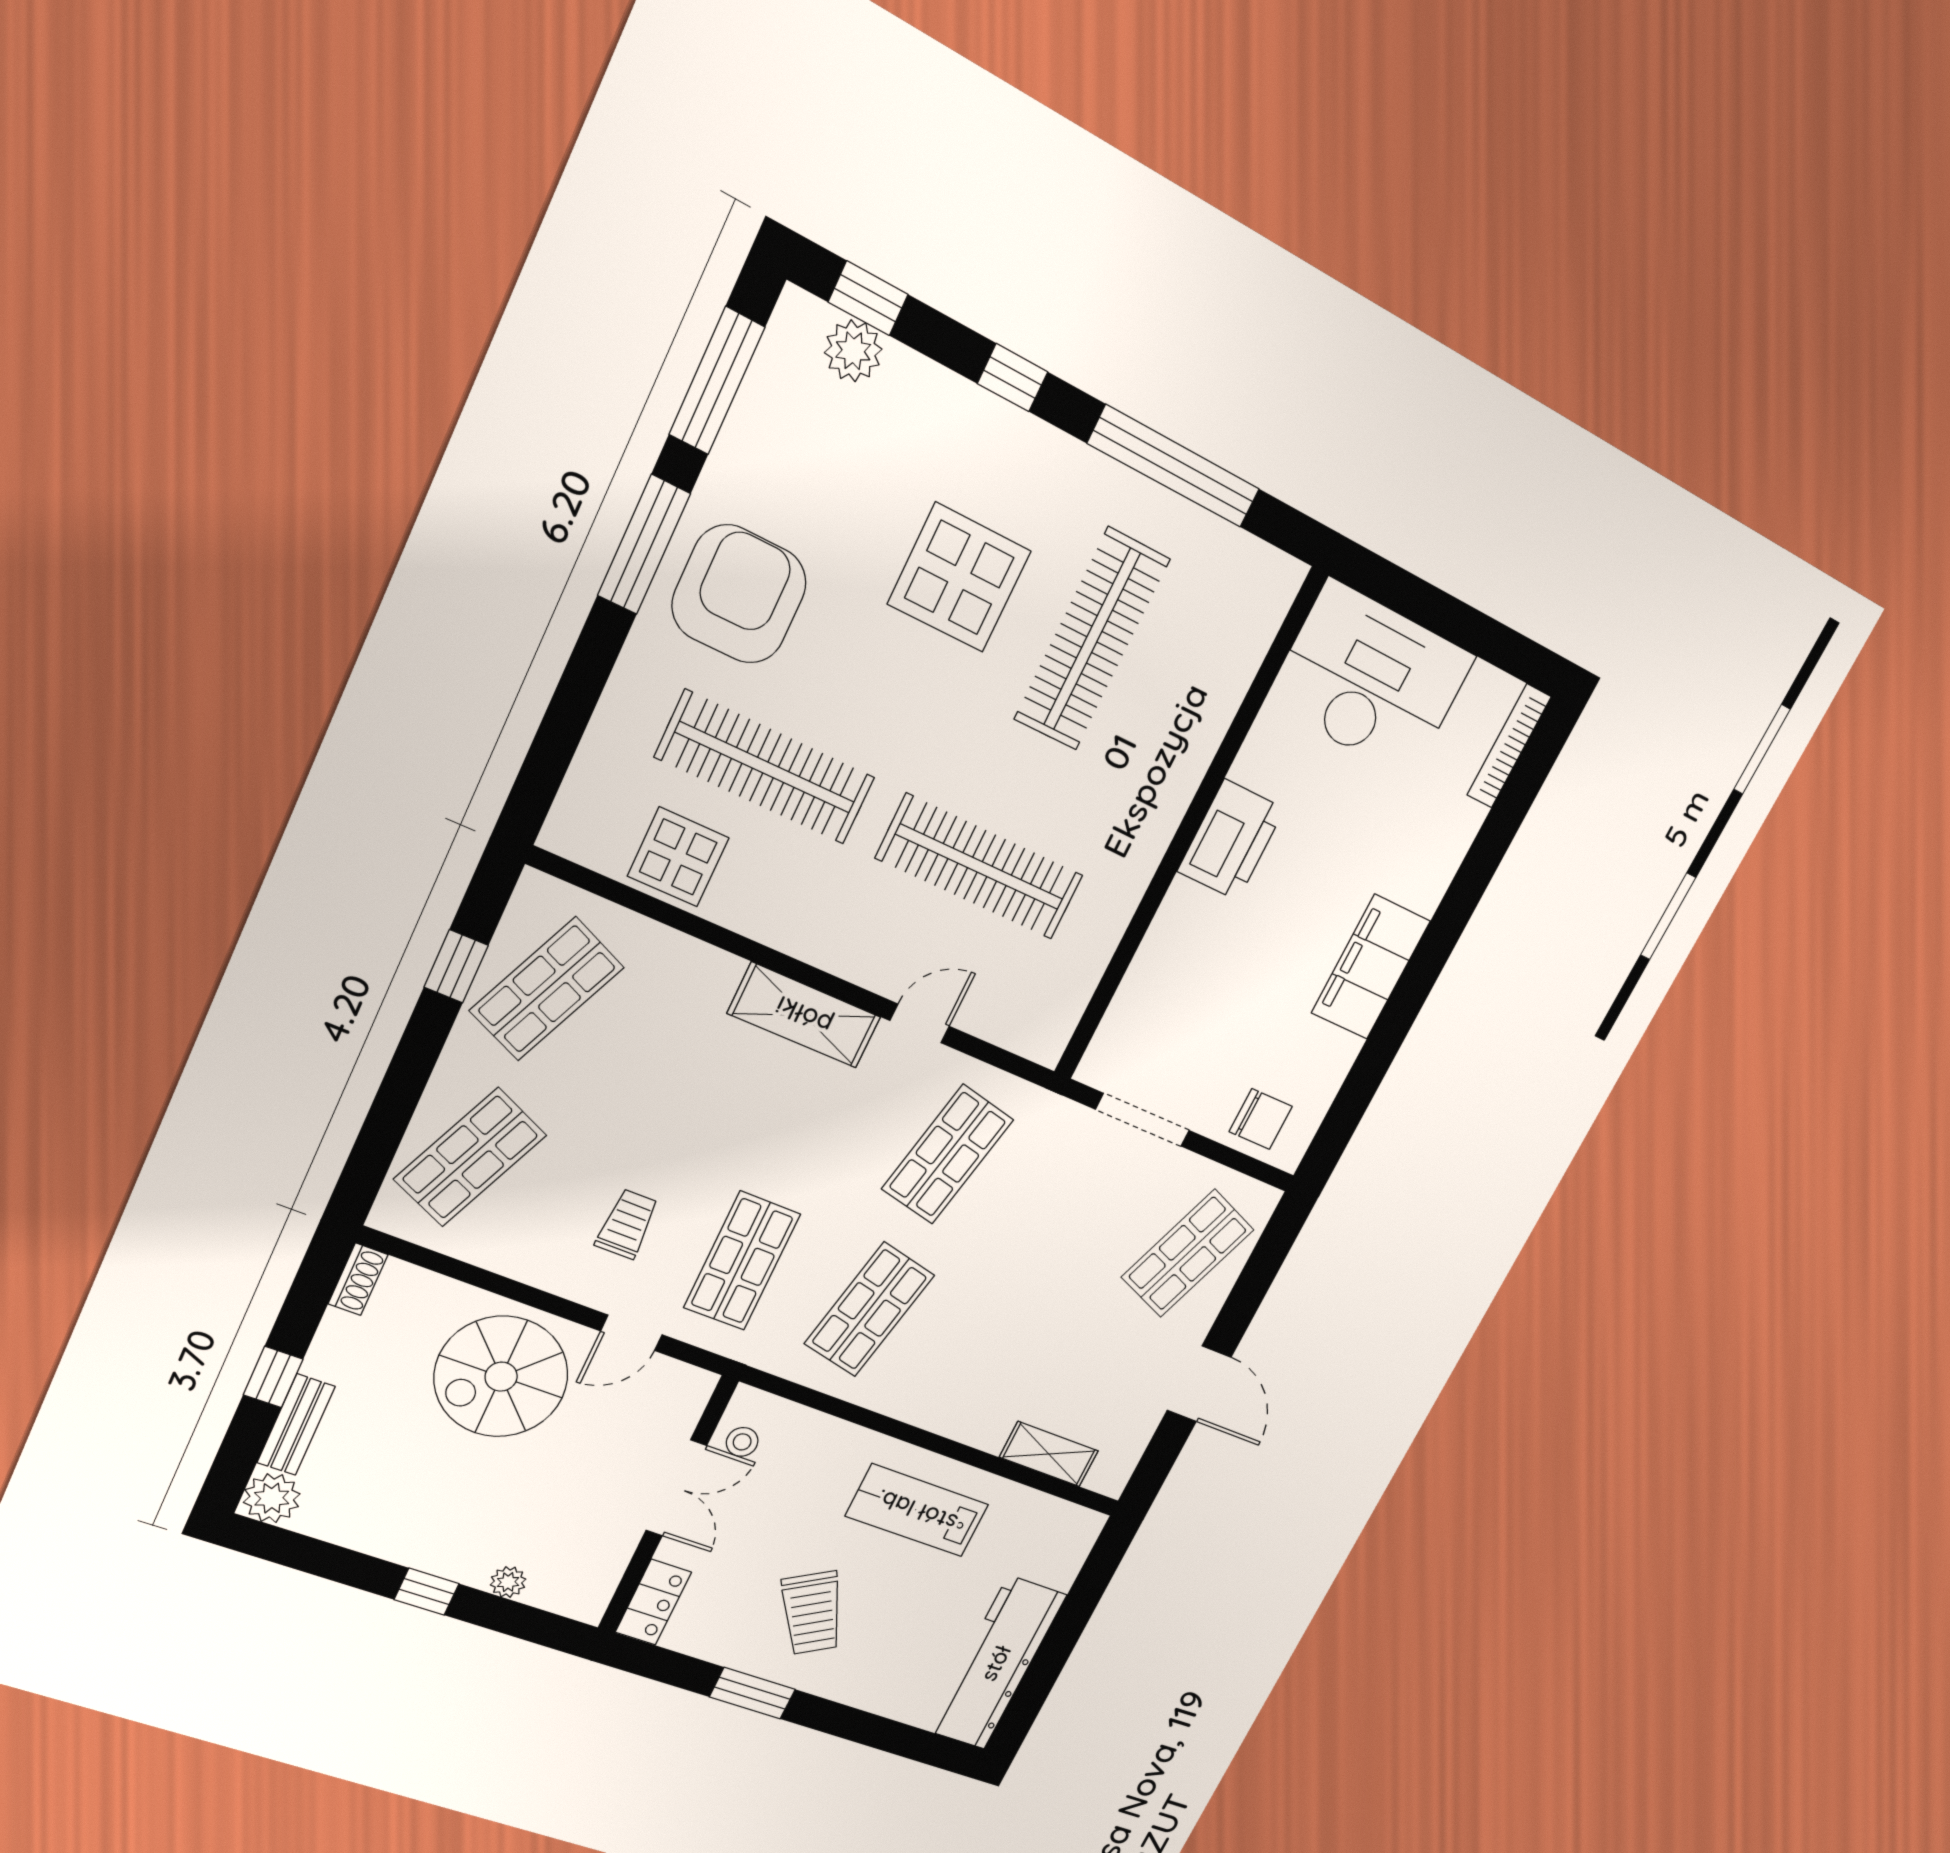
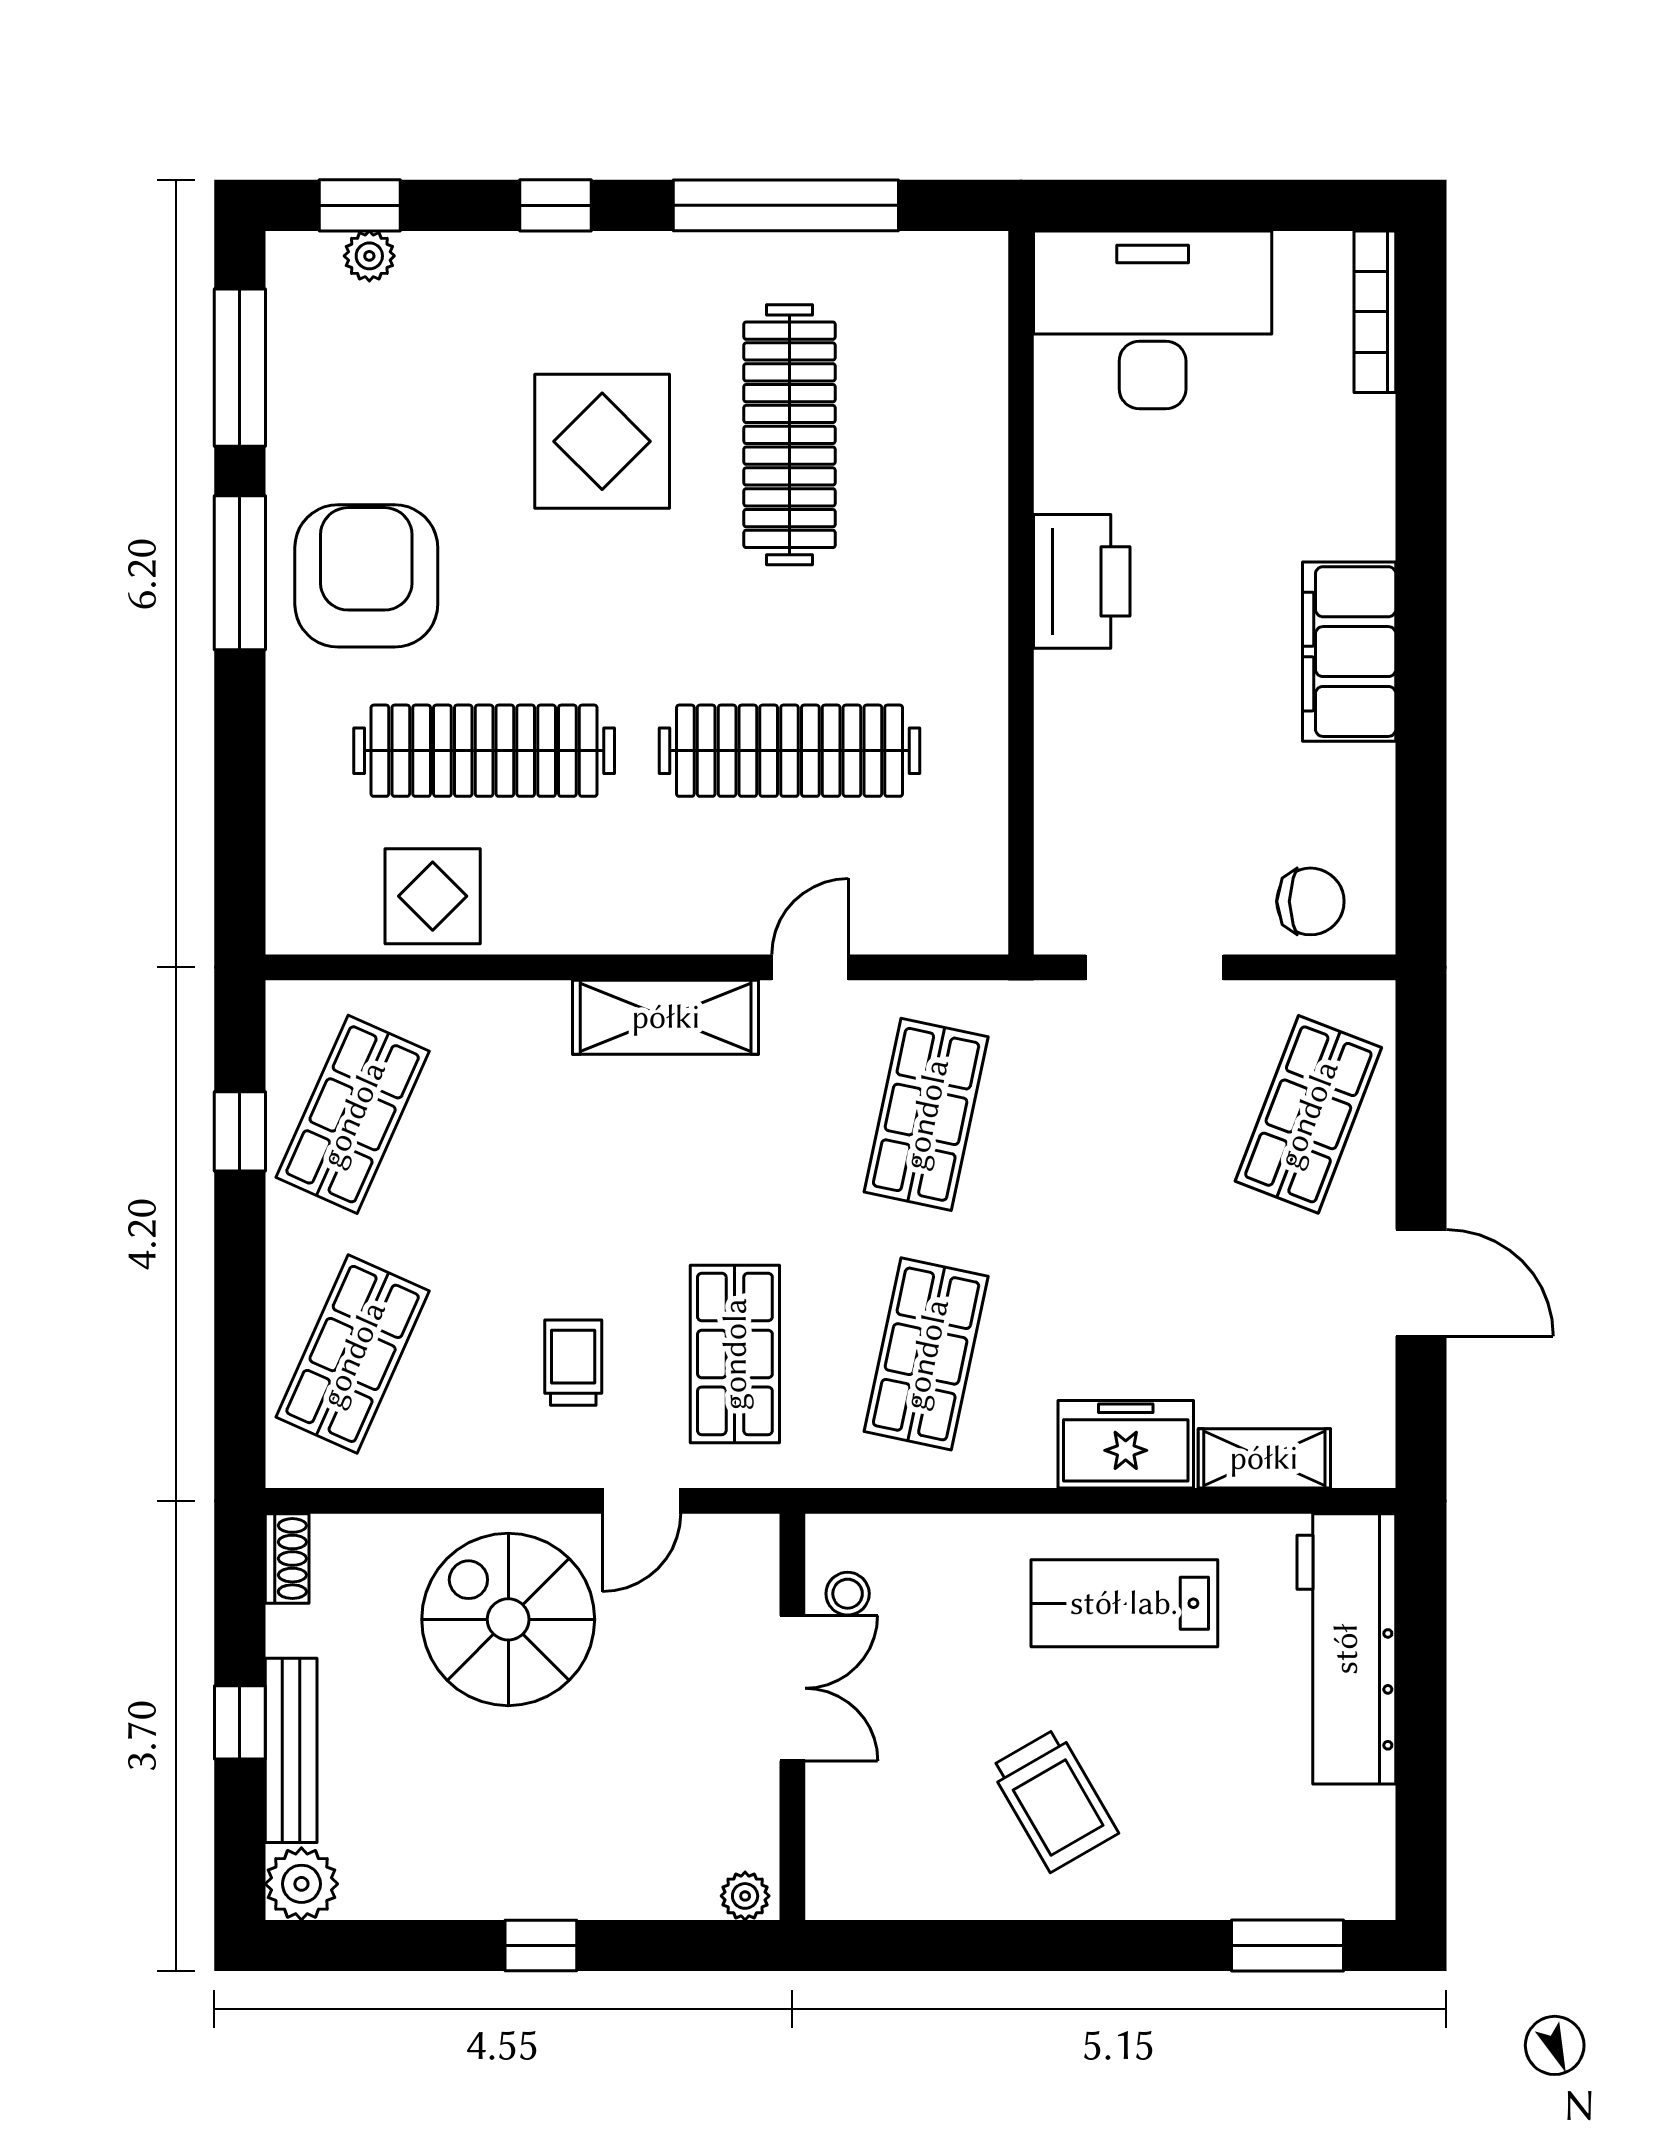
plant: (853, 351) -> (369, 256), width x0.73, depth x0.73
spiral stairs: (501, 1377) -> (508, 1619), turned 90
freezer: (968, 1414) -> (1126, 1444), added
bench: (296, 1425) -> (291, 1750), width x1.36
plant: (508, 1582) -> (745, 1896), moved
locker: (653, 1602) -> (836, 1859), removed
workbench: (996, 1663) -> (1346, 1649), moved
window: (752, 1693) -> (1287, 1945), moved

